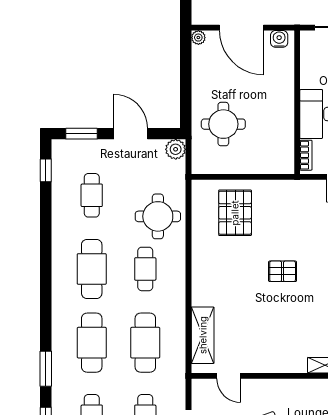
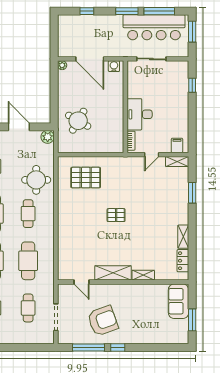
round table: (223, 124) -> (78, 121), turned 30
pallet: (235, 213) -> (86, 178), turned 90
shelving: (203, 335) -> (113, 273), moved, turned 90

